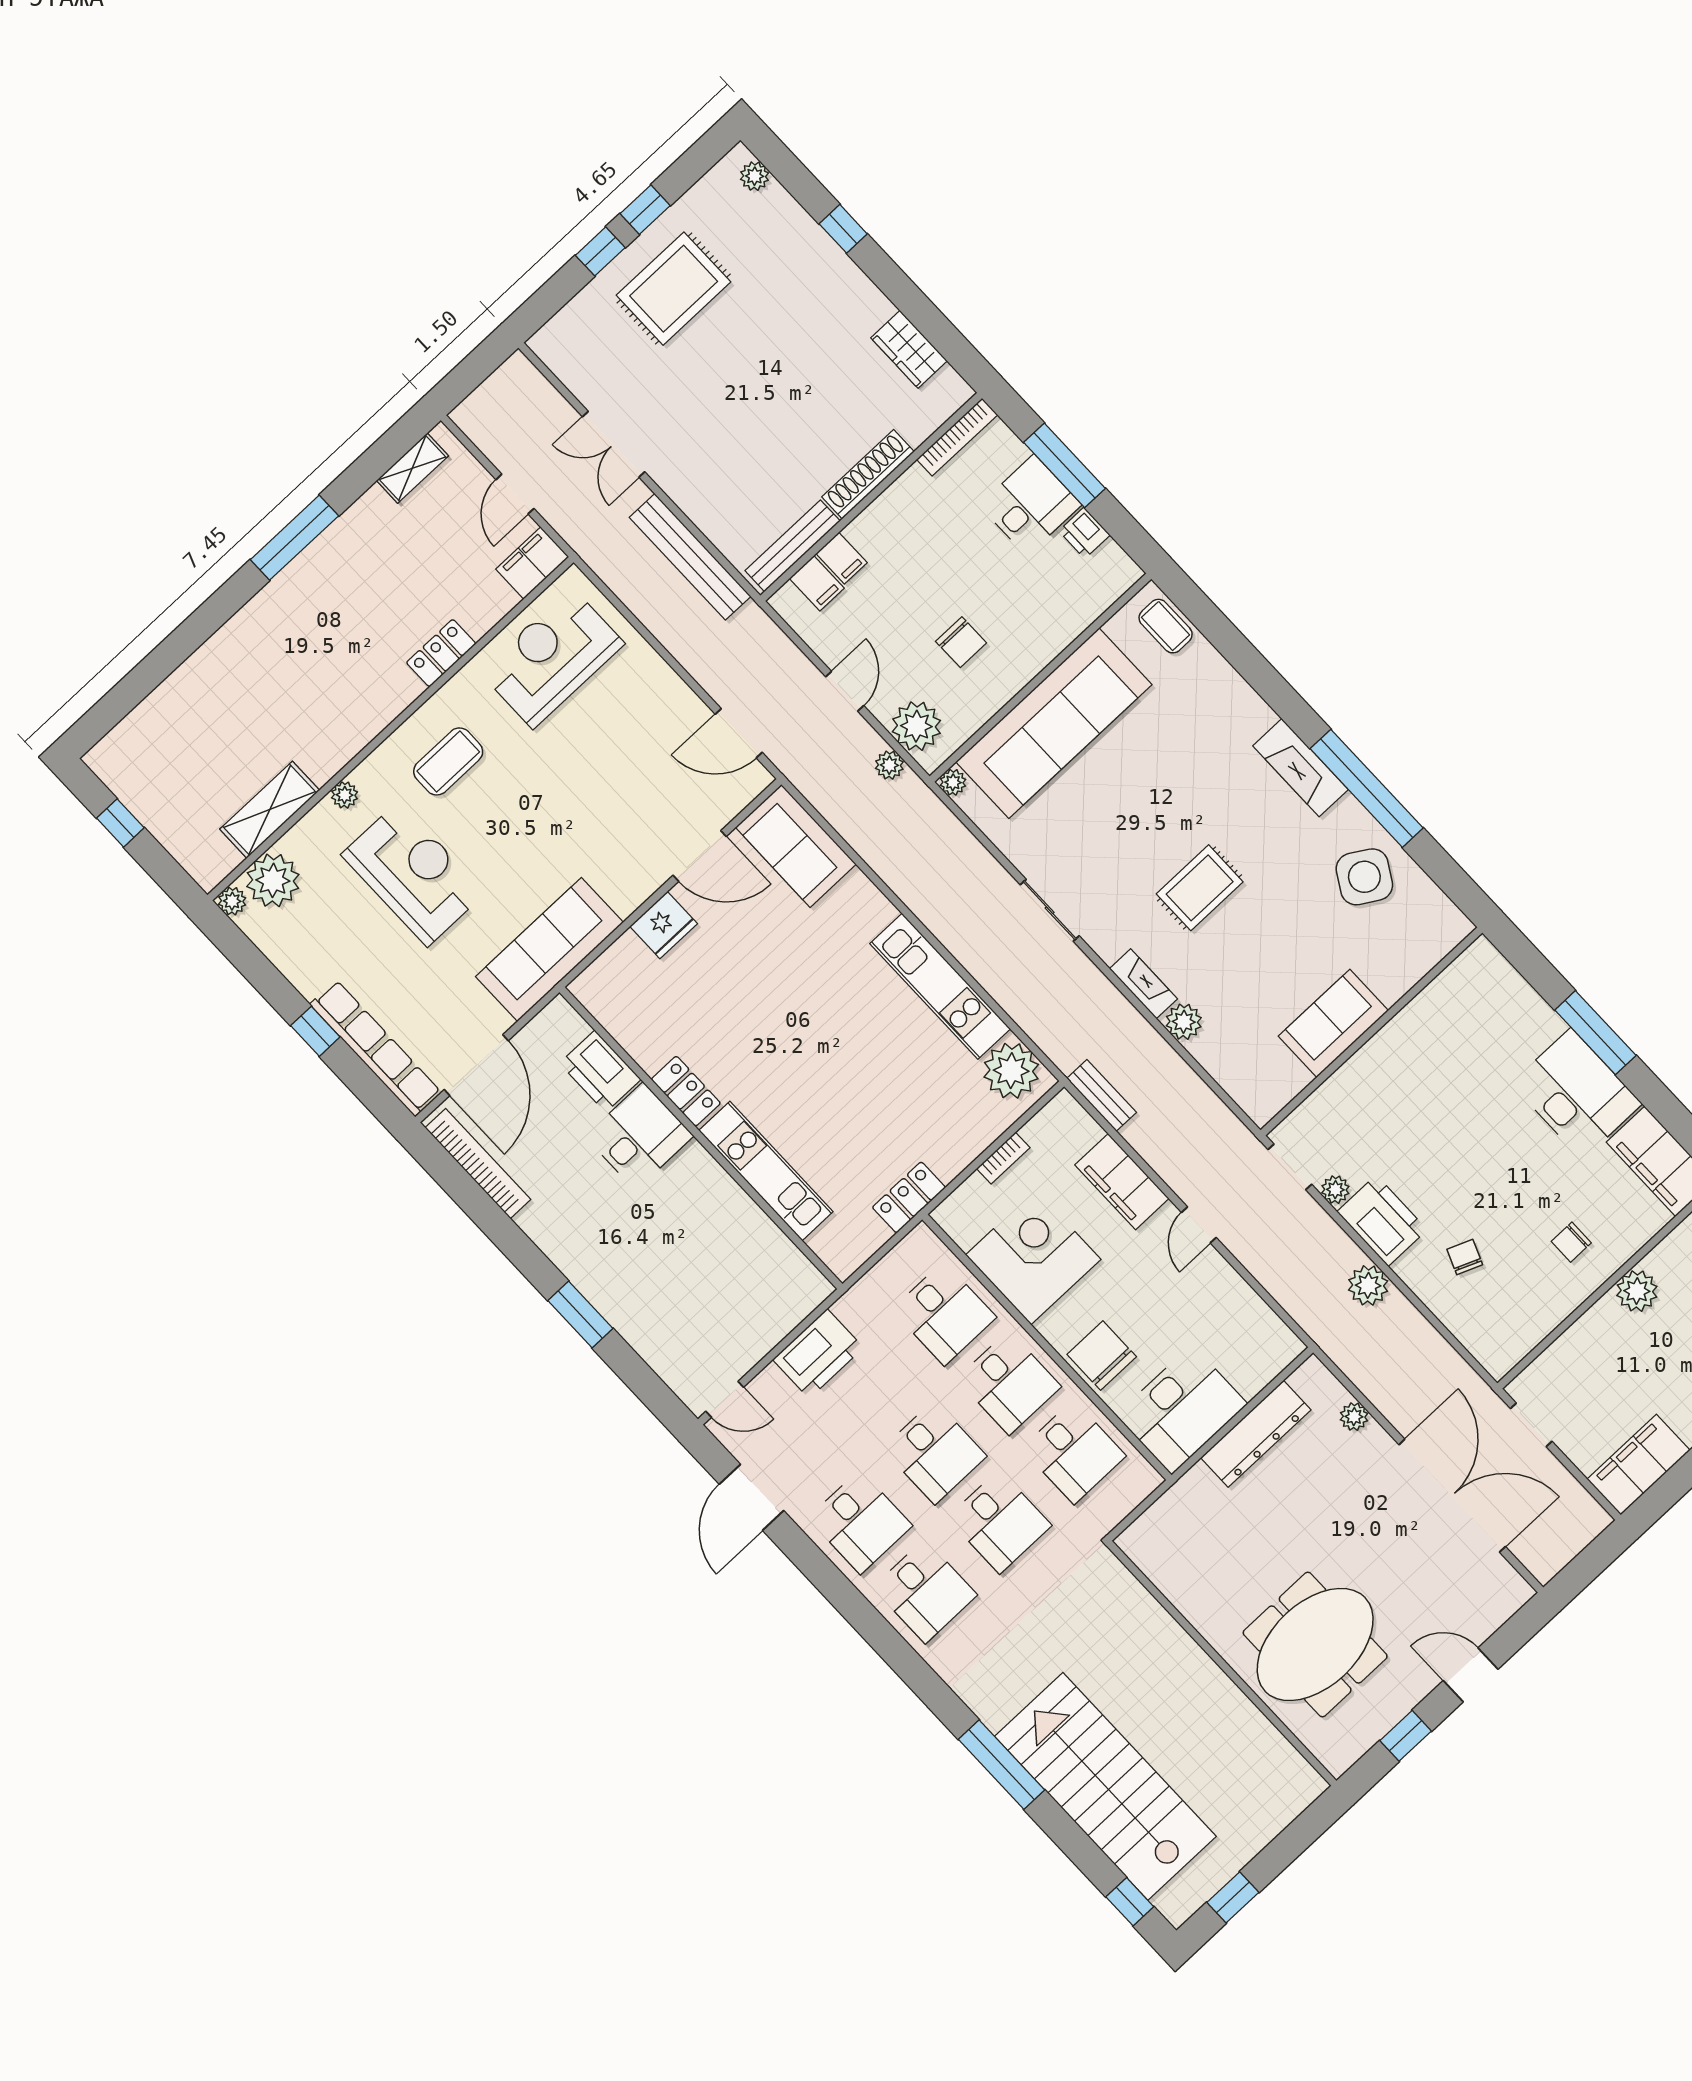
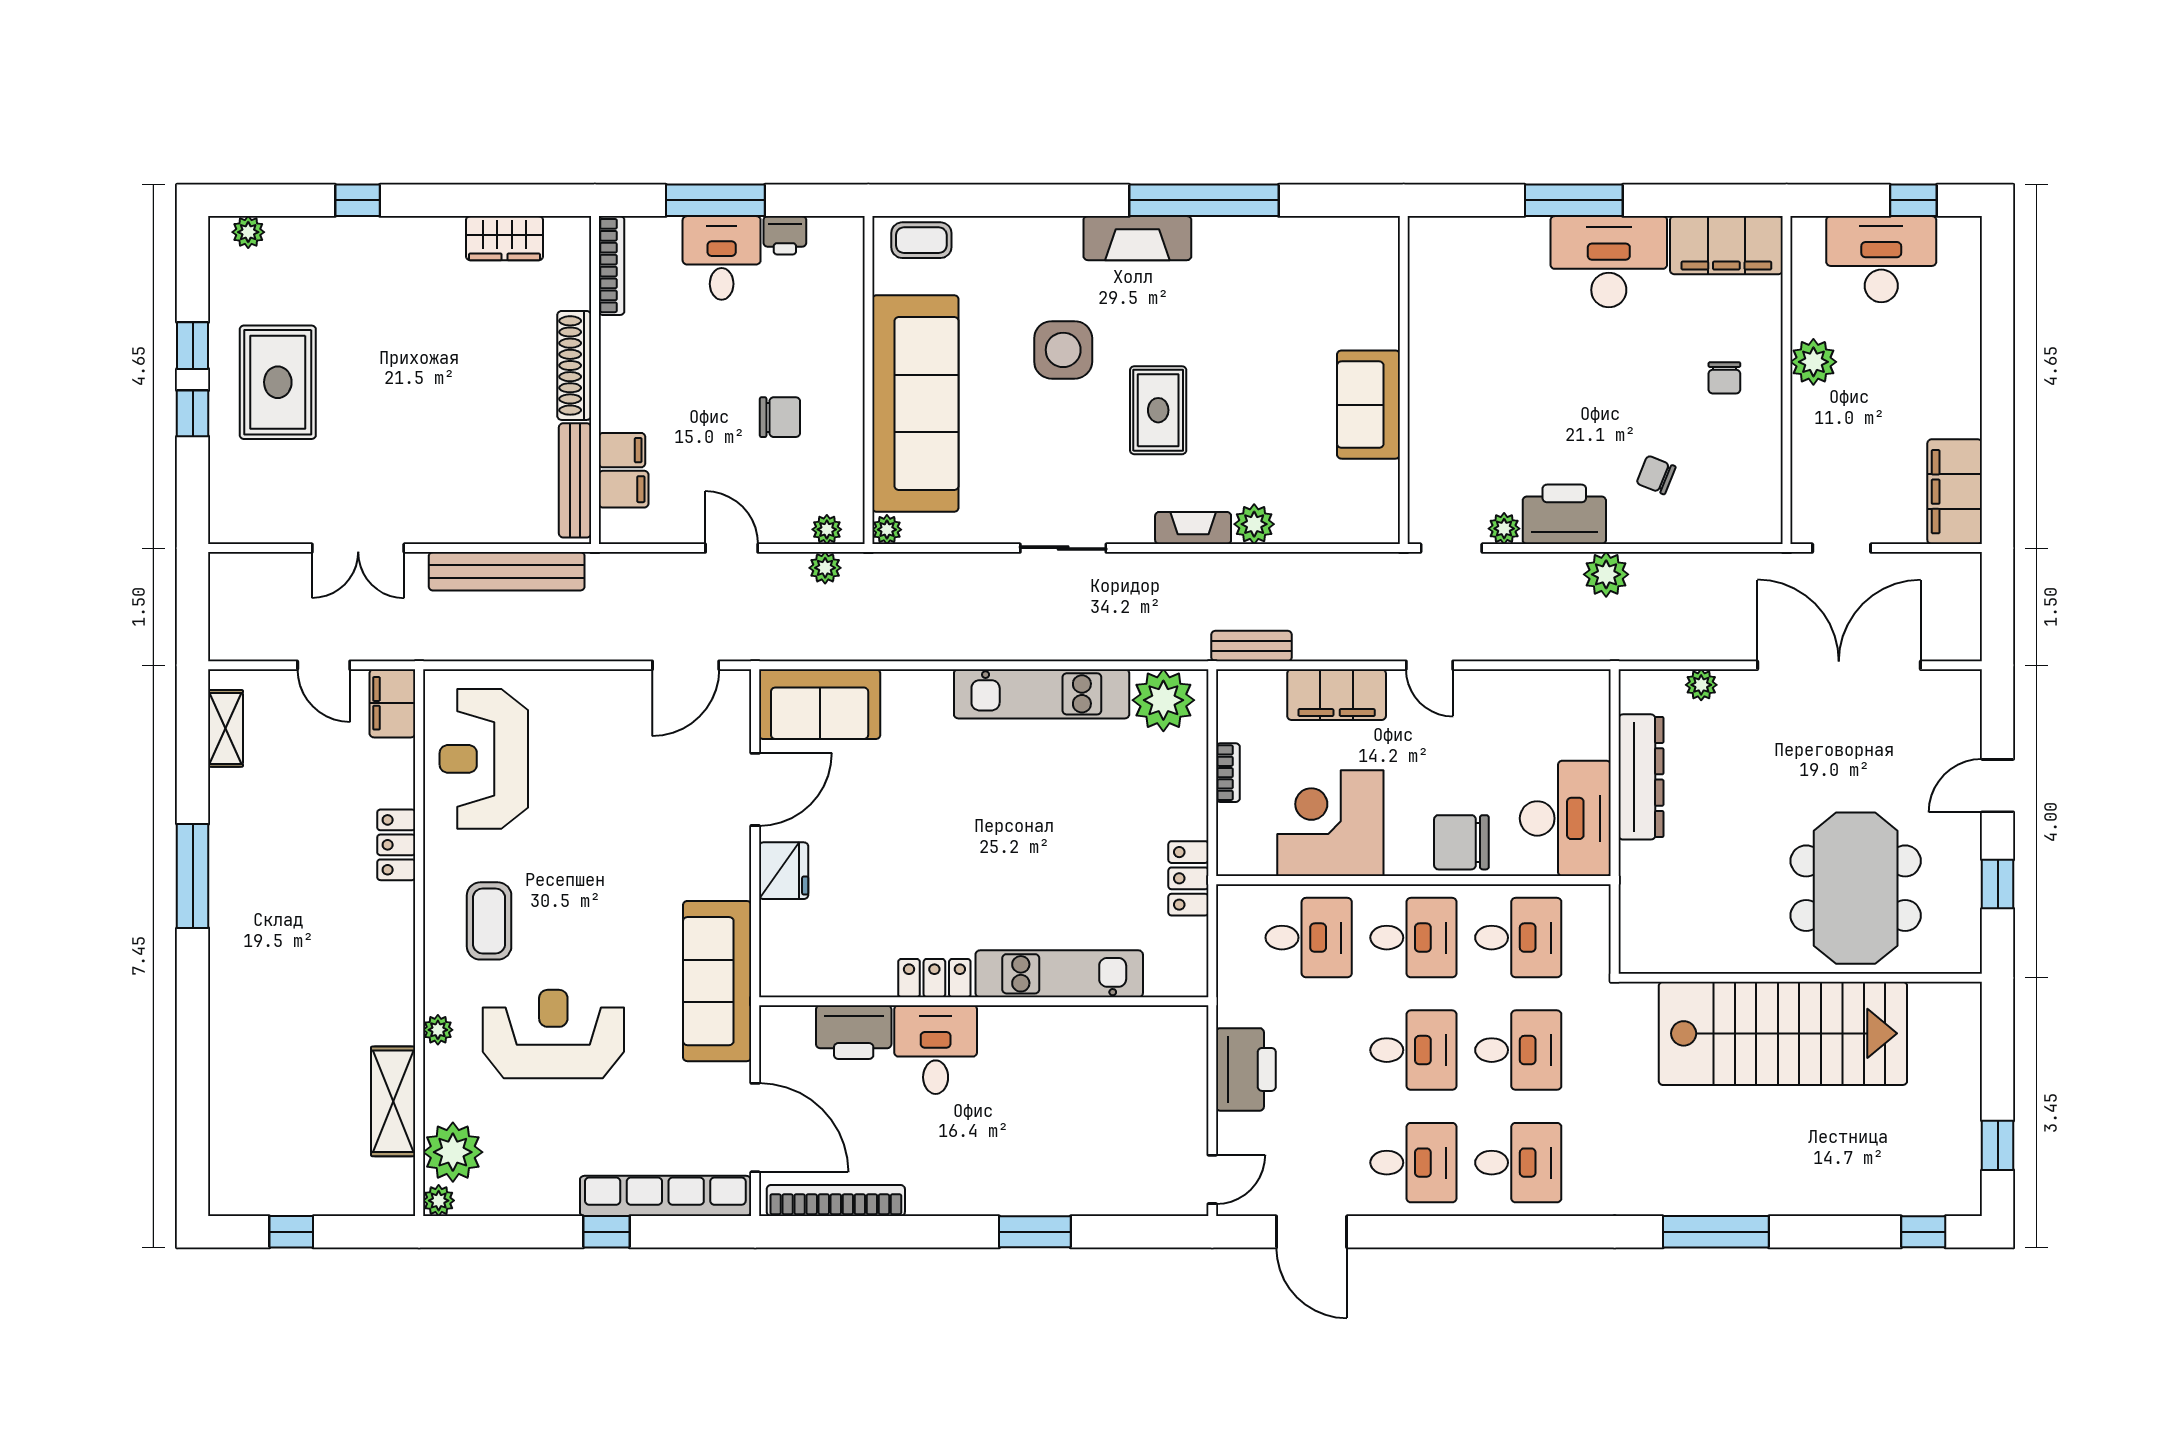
plant: (916, 726) -> (827, 529), width x0.53, depth x0.53
side table: (1364, 877) -> (1063, 350), moved, turned -31
stairs: (1105, 1786) -> (1783, 1033), moved, turned 180

